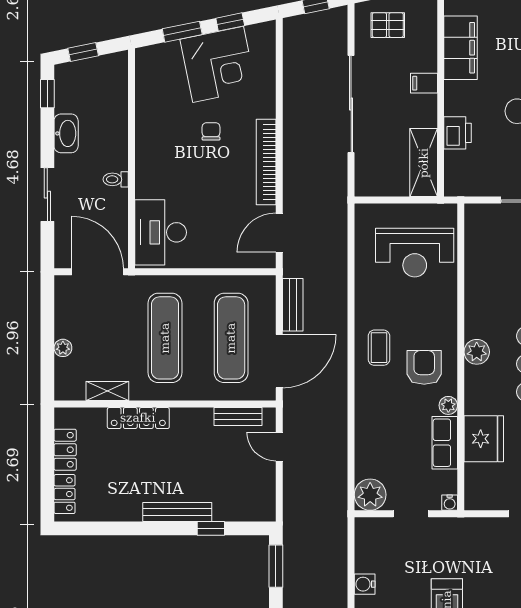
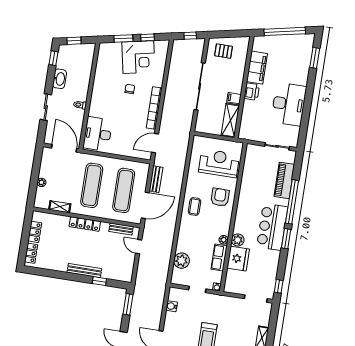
filing cabinet: (424, 83) -> (234, 98), moved
printer: (458, 133) -> (252, 92), moved
reception desk: (415, 253) -> (219, 163), turned 180
plant: (477, 352) -> (238, 240), moved
armchair: (424, 367) -> (220, 197), moved
locker: (138, 418) -> (85, 224), moved
plant: (370, 495) -> (182, 261), moved
water cooler: (365, 584) -> (172, 306), moved

